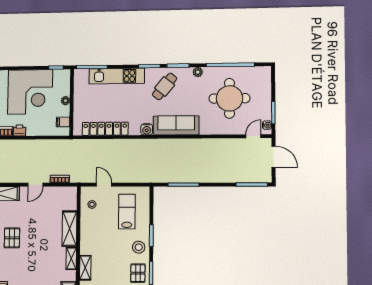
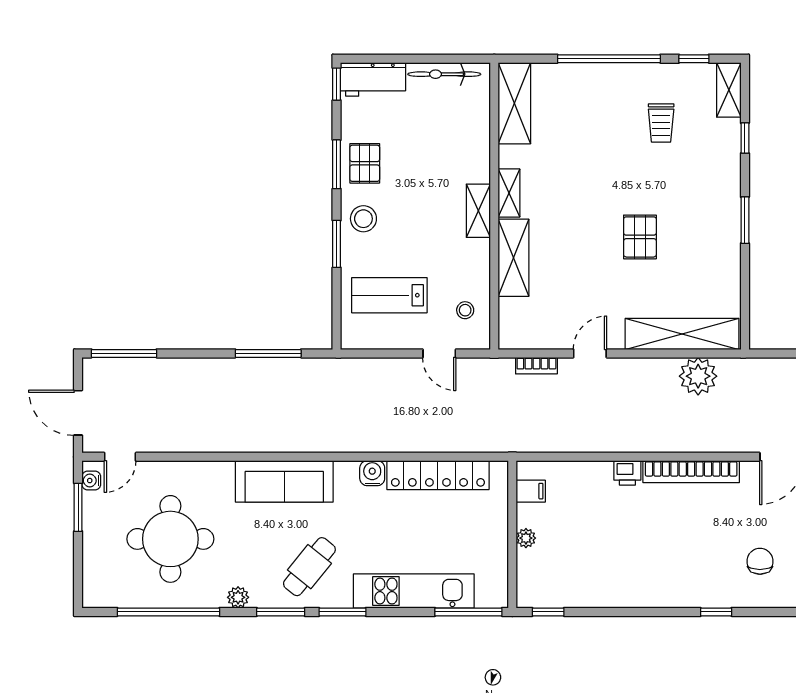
corner desk: (30, 92) -> (605, 558), removed
water cooler: (147, 129) -> (372, 473), moved
lab bench: (127, 211) -> (389, 295), turned 90
shelving: (85, 268) -> (478, 211), moved

